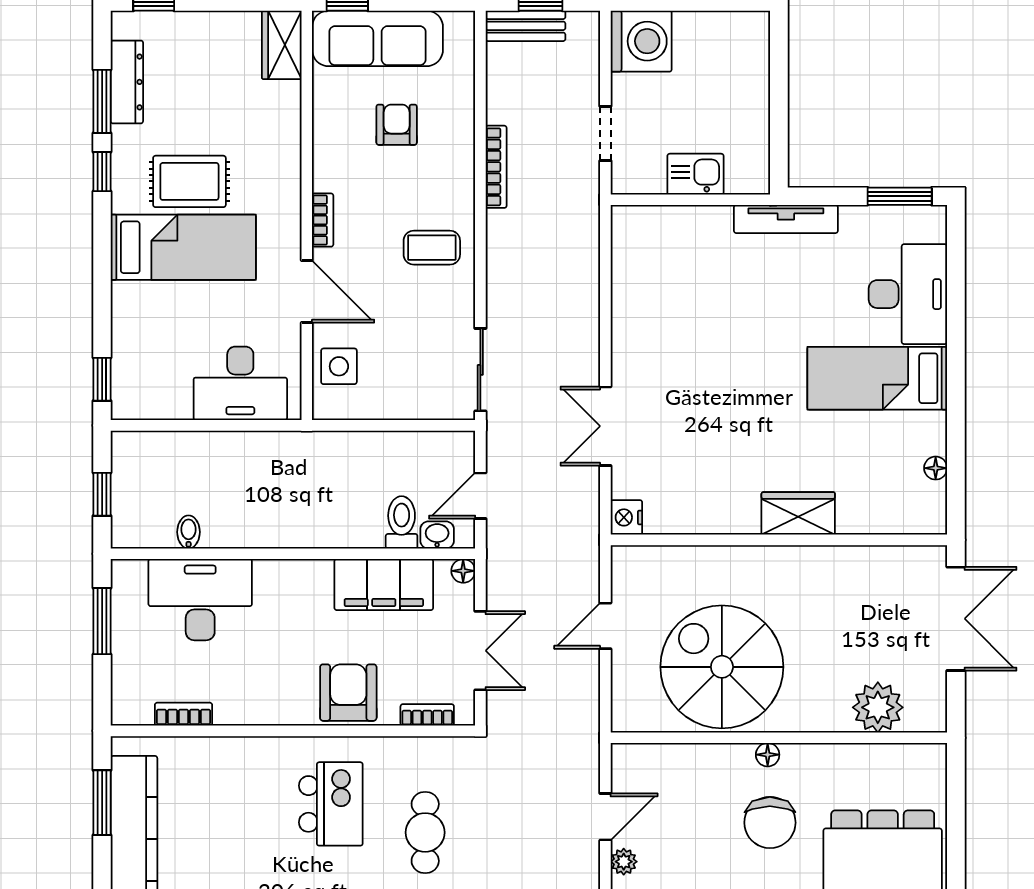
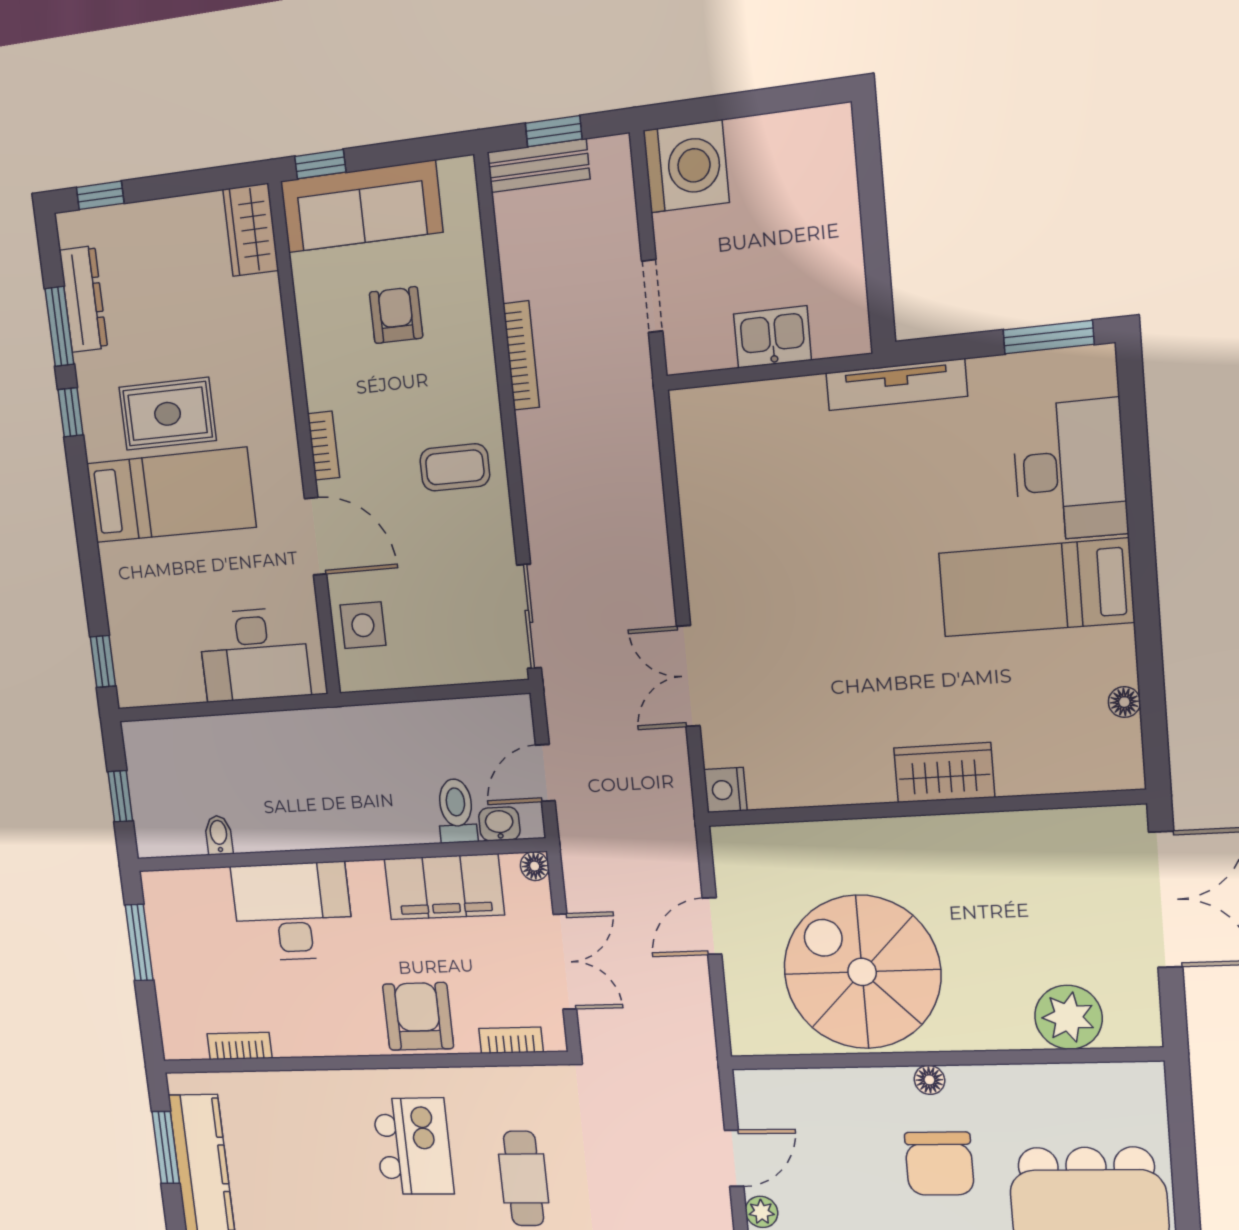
desk: (200, 600) -> (293, 911), moved

